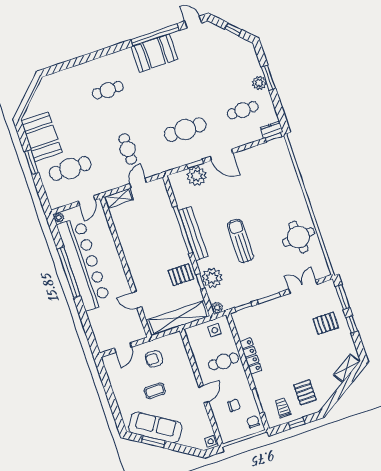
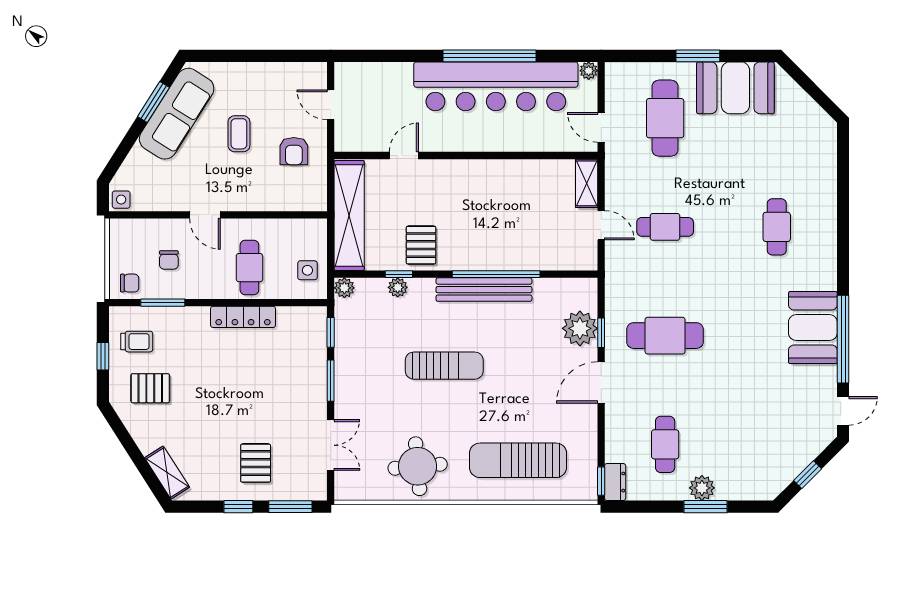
cafe table: (185, 130) -> (665, 336), turned 90
sun lounger: (277, 185) -> (518, 460), added
plant: (212, 278) -> (398, 287), width x0.53, depth x0.53
armchair: (154, 359) -> (294, 151), turned 180

